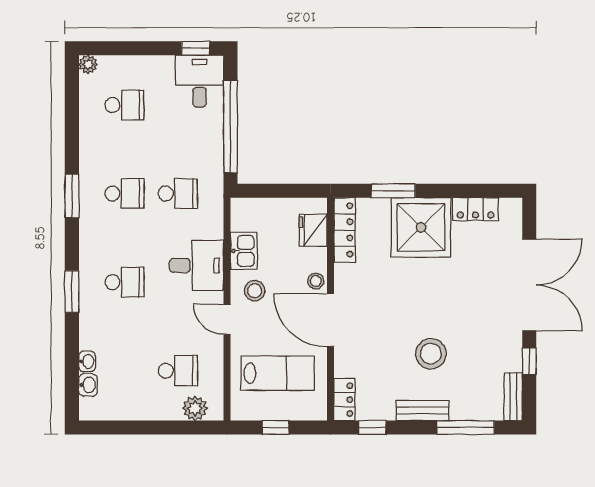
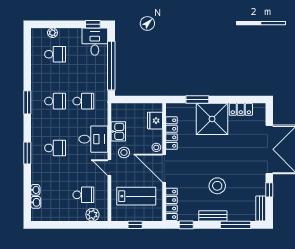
plant: (88, 64) -> (53, 33), moved
locker: (345, 230) -> (172, 133), moved
locker: (345, 400) -> (172, 204), width x1.53

